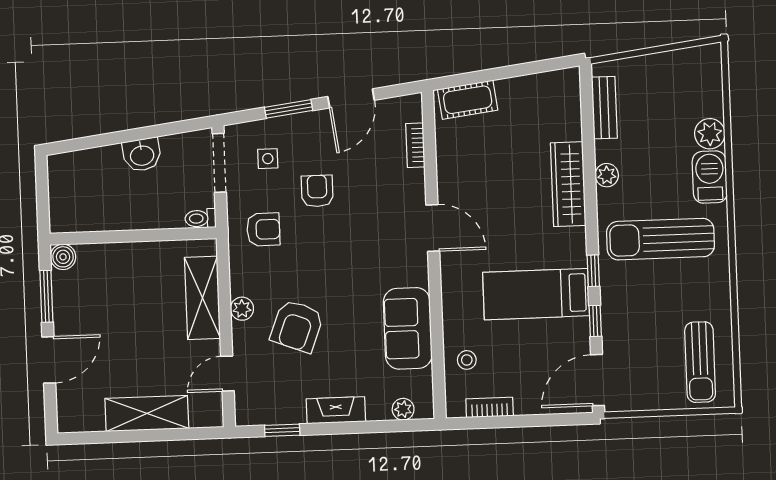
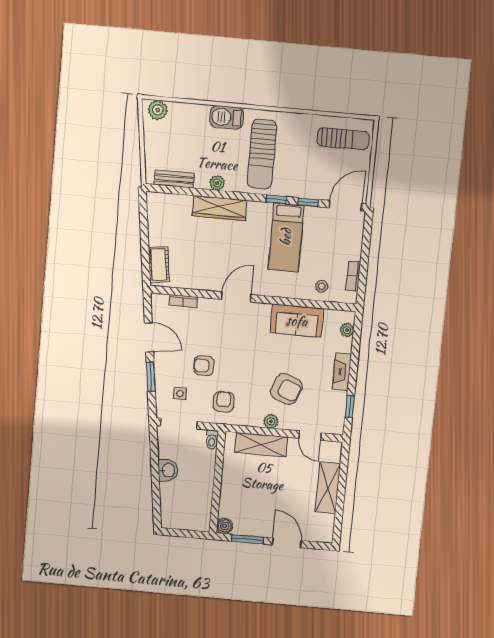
plant: (710, 134) -> (158, 110), moved
door: (597, 380) -> (345, 206), swing flipped

